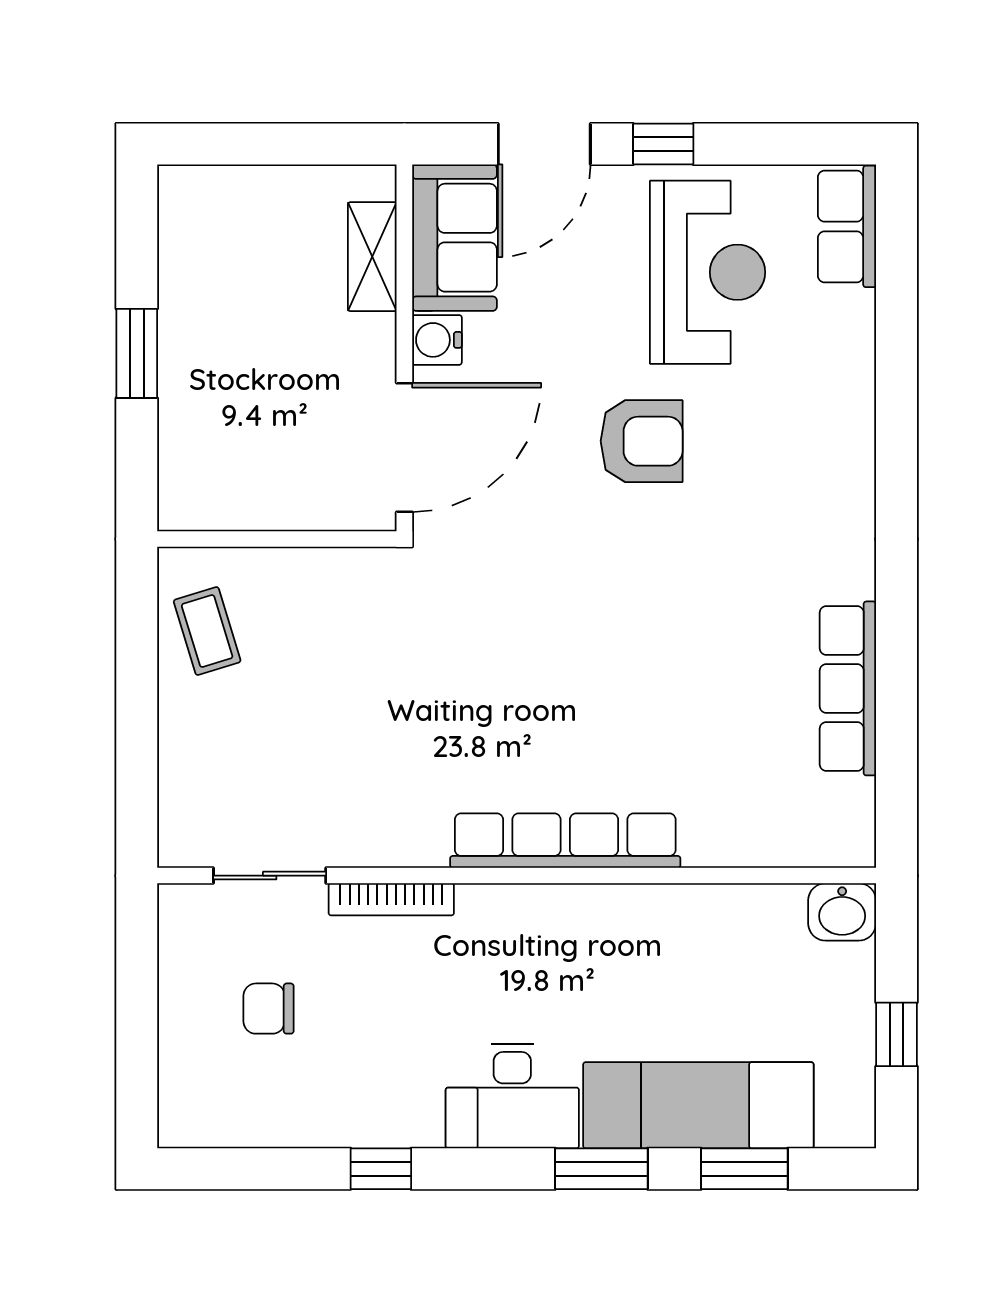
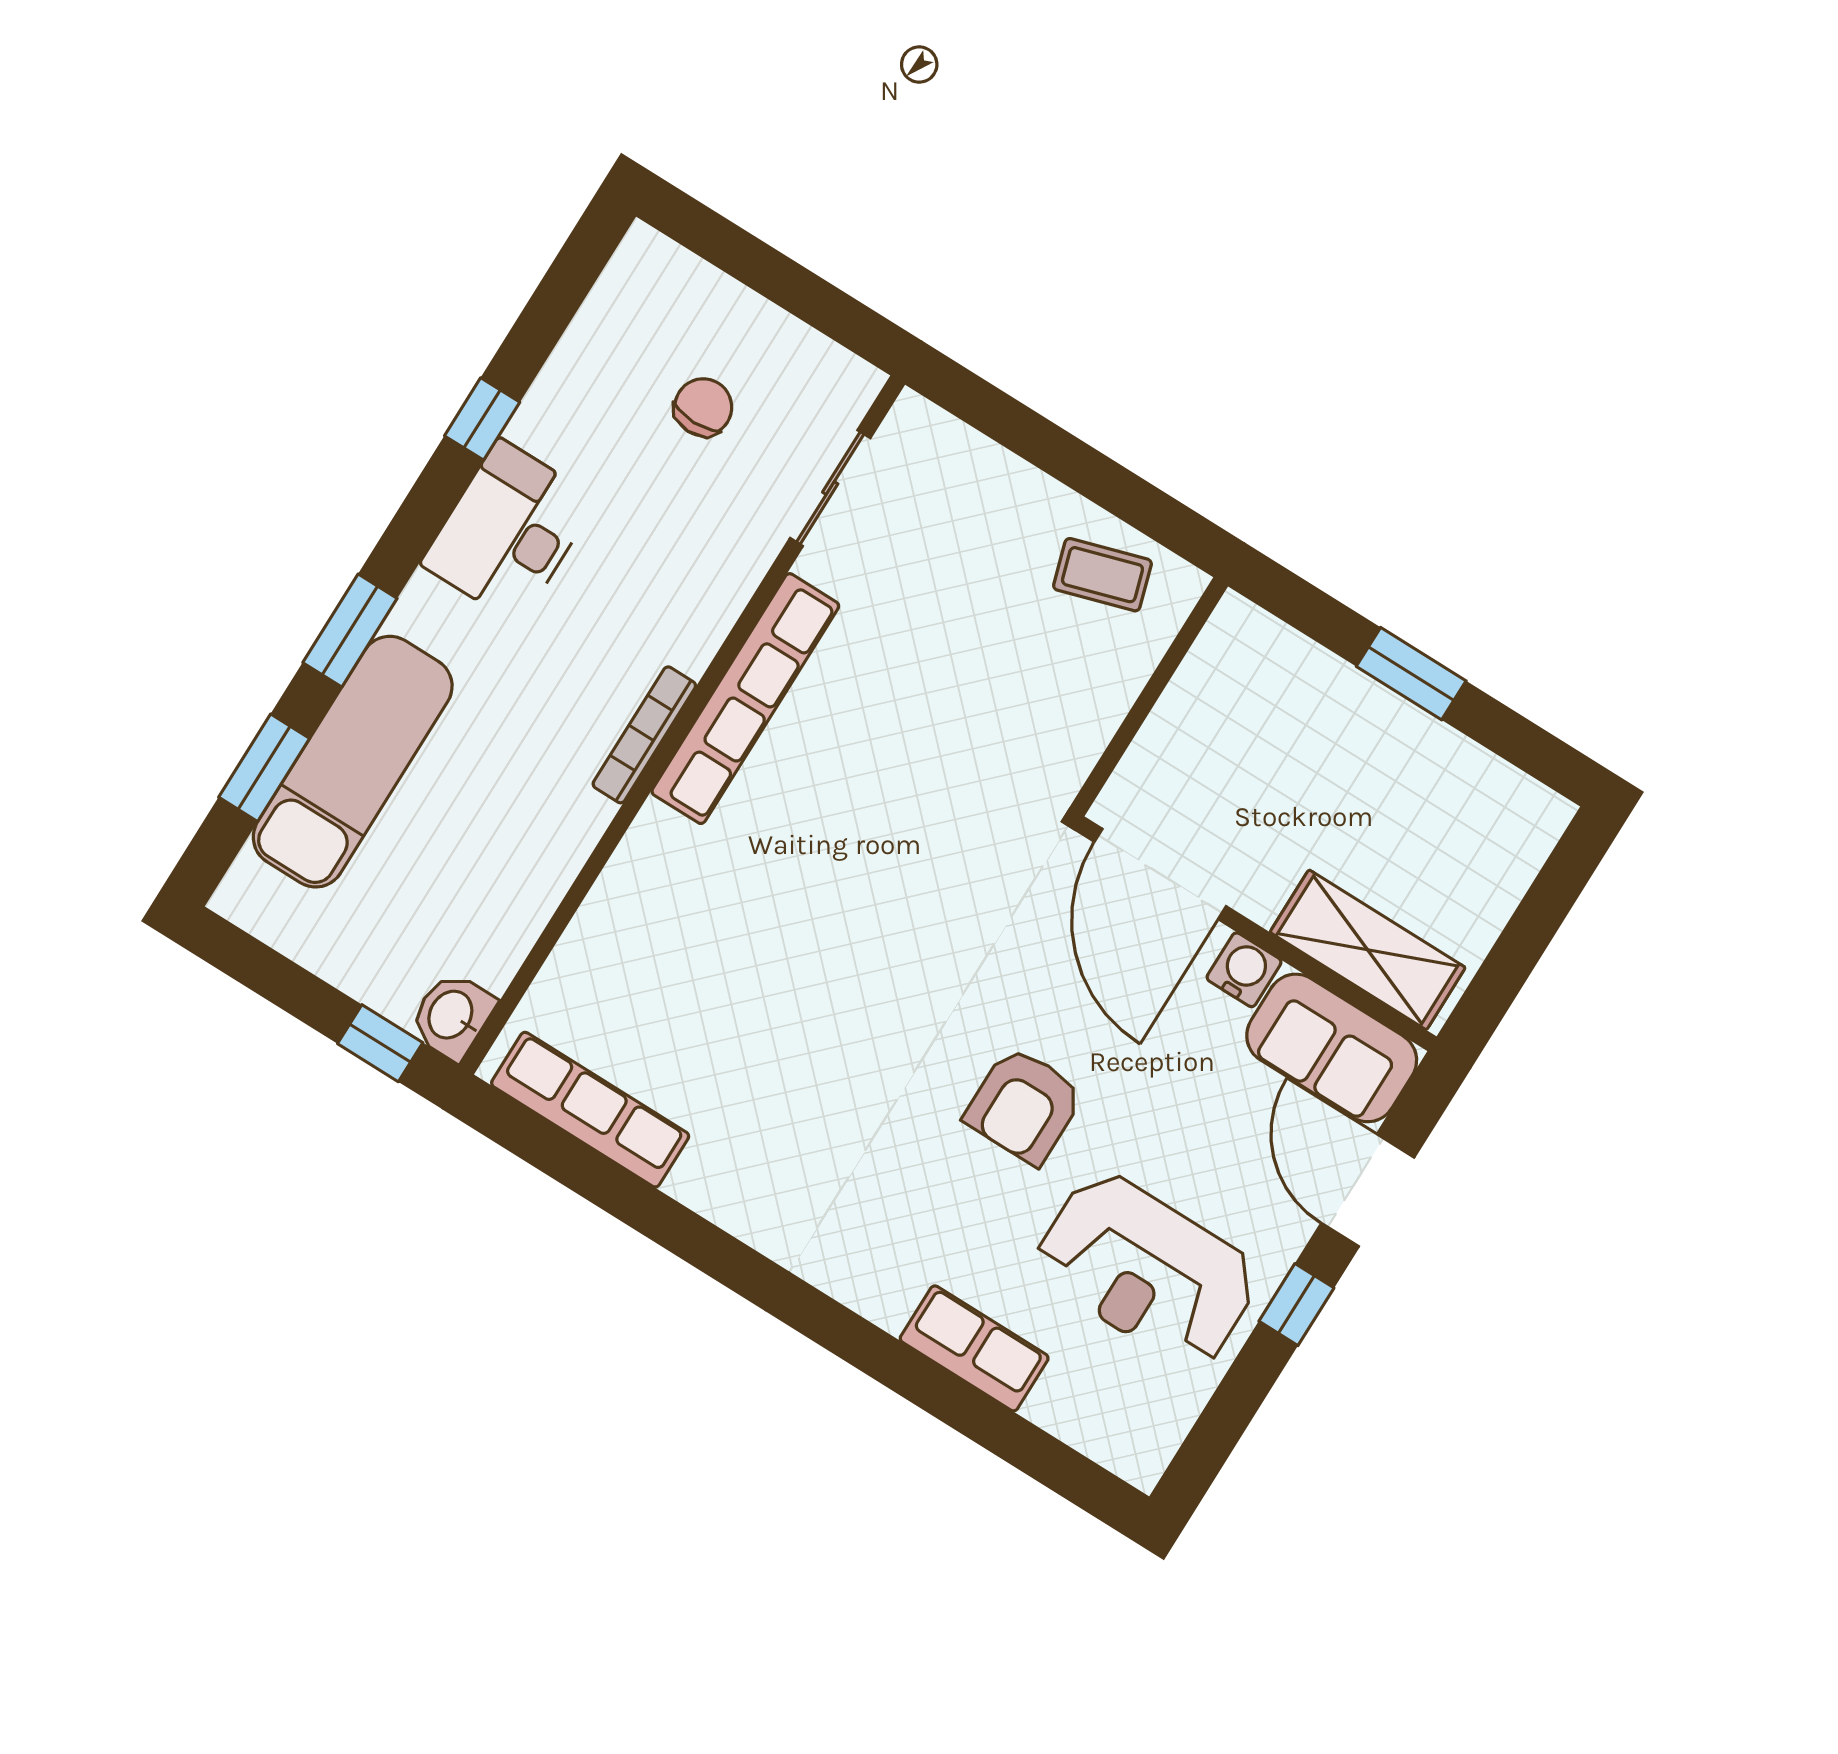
row of seats: (847, 226) -> (974, 1348), moved
shelving: (372, 257) -> (1368, 950), width x1.50, depth x1.33
row of seats: (848, 688) -> (590, 1110), moved
row of seats: (565, 841) -> (745, 699), moved
bookcase: (391, 899) -> (644, 735), moved
window: (896, 1034) -> (380, 1043), moved
desk: (512, 1096) -> (509, 532), moved

